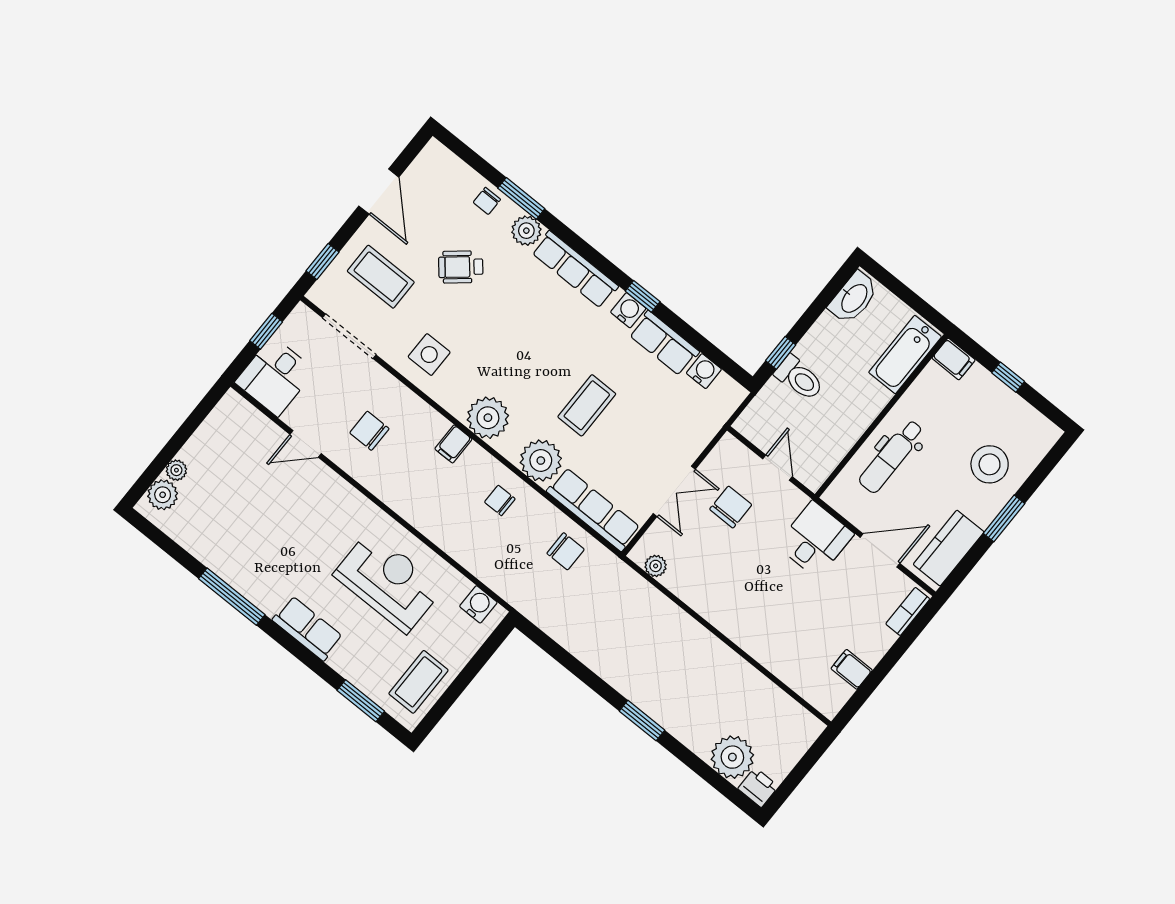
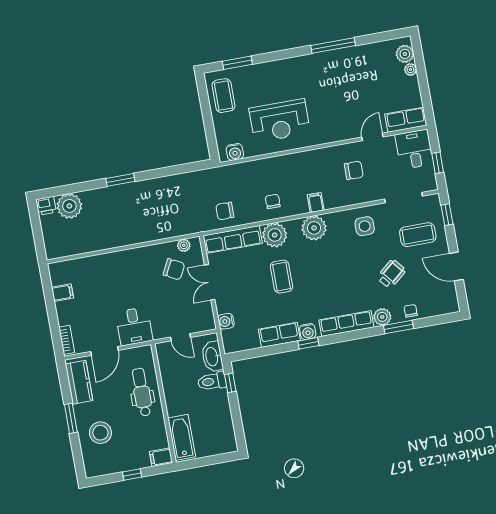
washbasin: (854, 298) -> (212, 357), moved
water cooler: (704, 371) -> (226, 321), moved, turned 90
chair: (500, 500) -> (273, 201), turned -90
chair: (731, 507) -> (174, 269), moved, turned -63
row of seats: (308, 628) -> (406, 120), moved, turned 180

